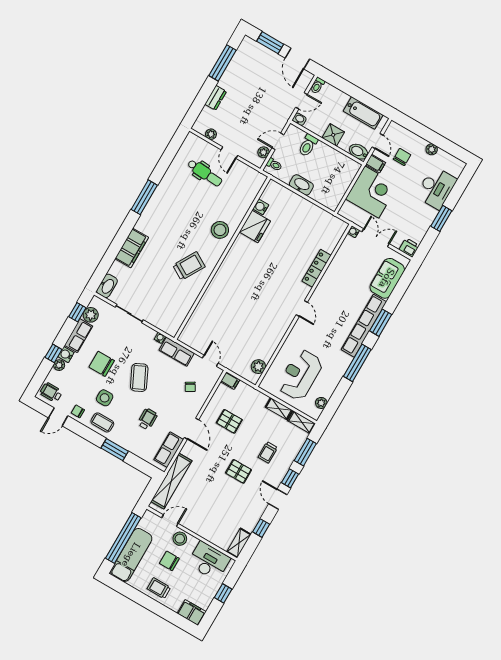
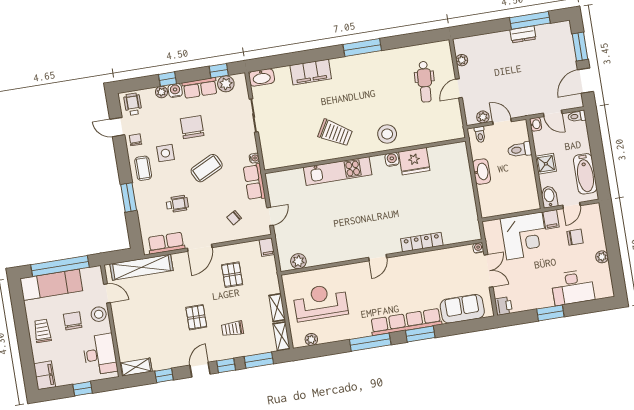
dresser: (216, 98) -> (523, 34), moved
water cooler: (261, 207) -> (392, 159), moved
kitchen unit: (217, 286) -> (338, 171), added

